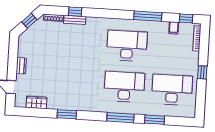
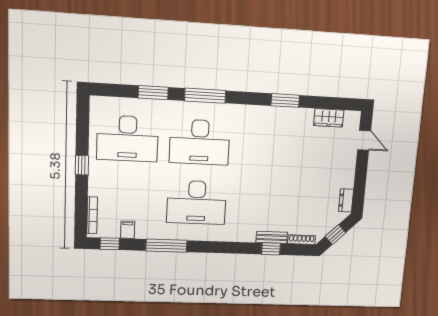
dresser: (21, 66) -> (346, 200), moved

